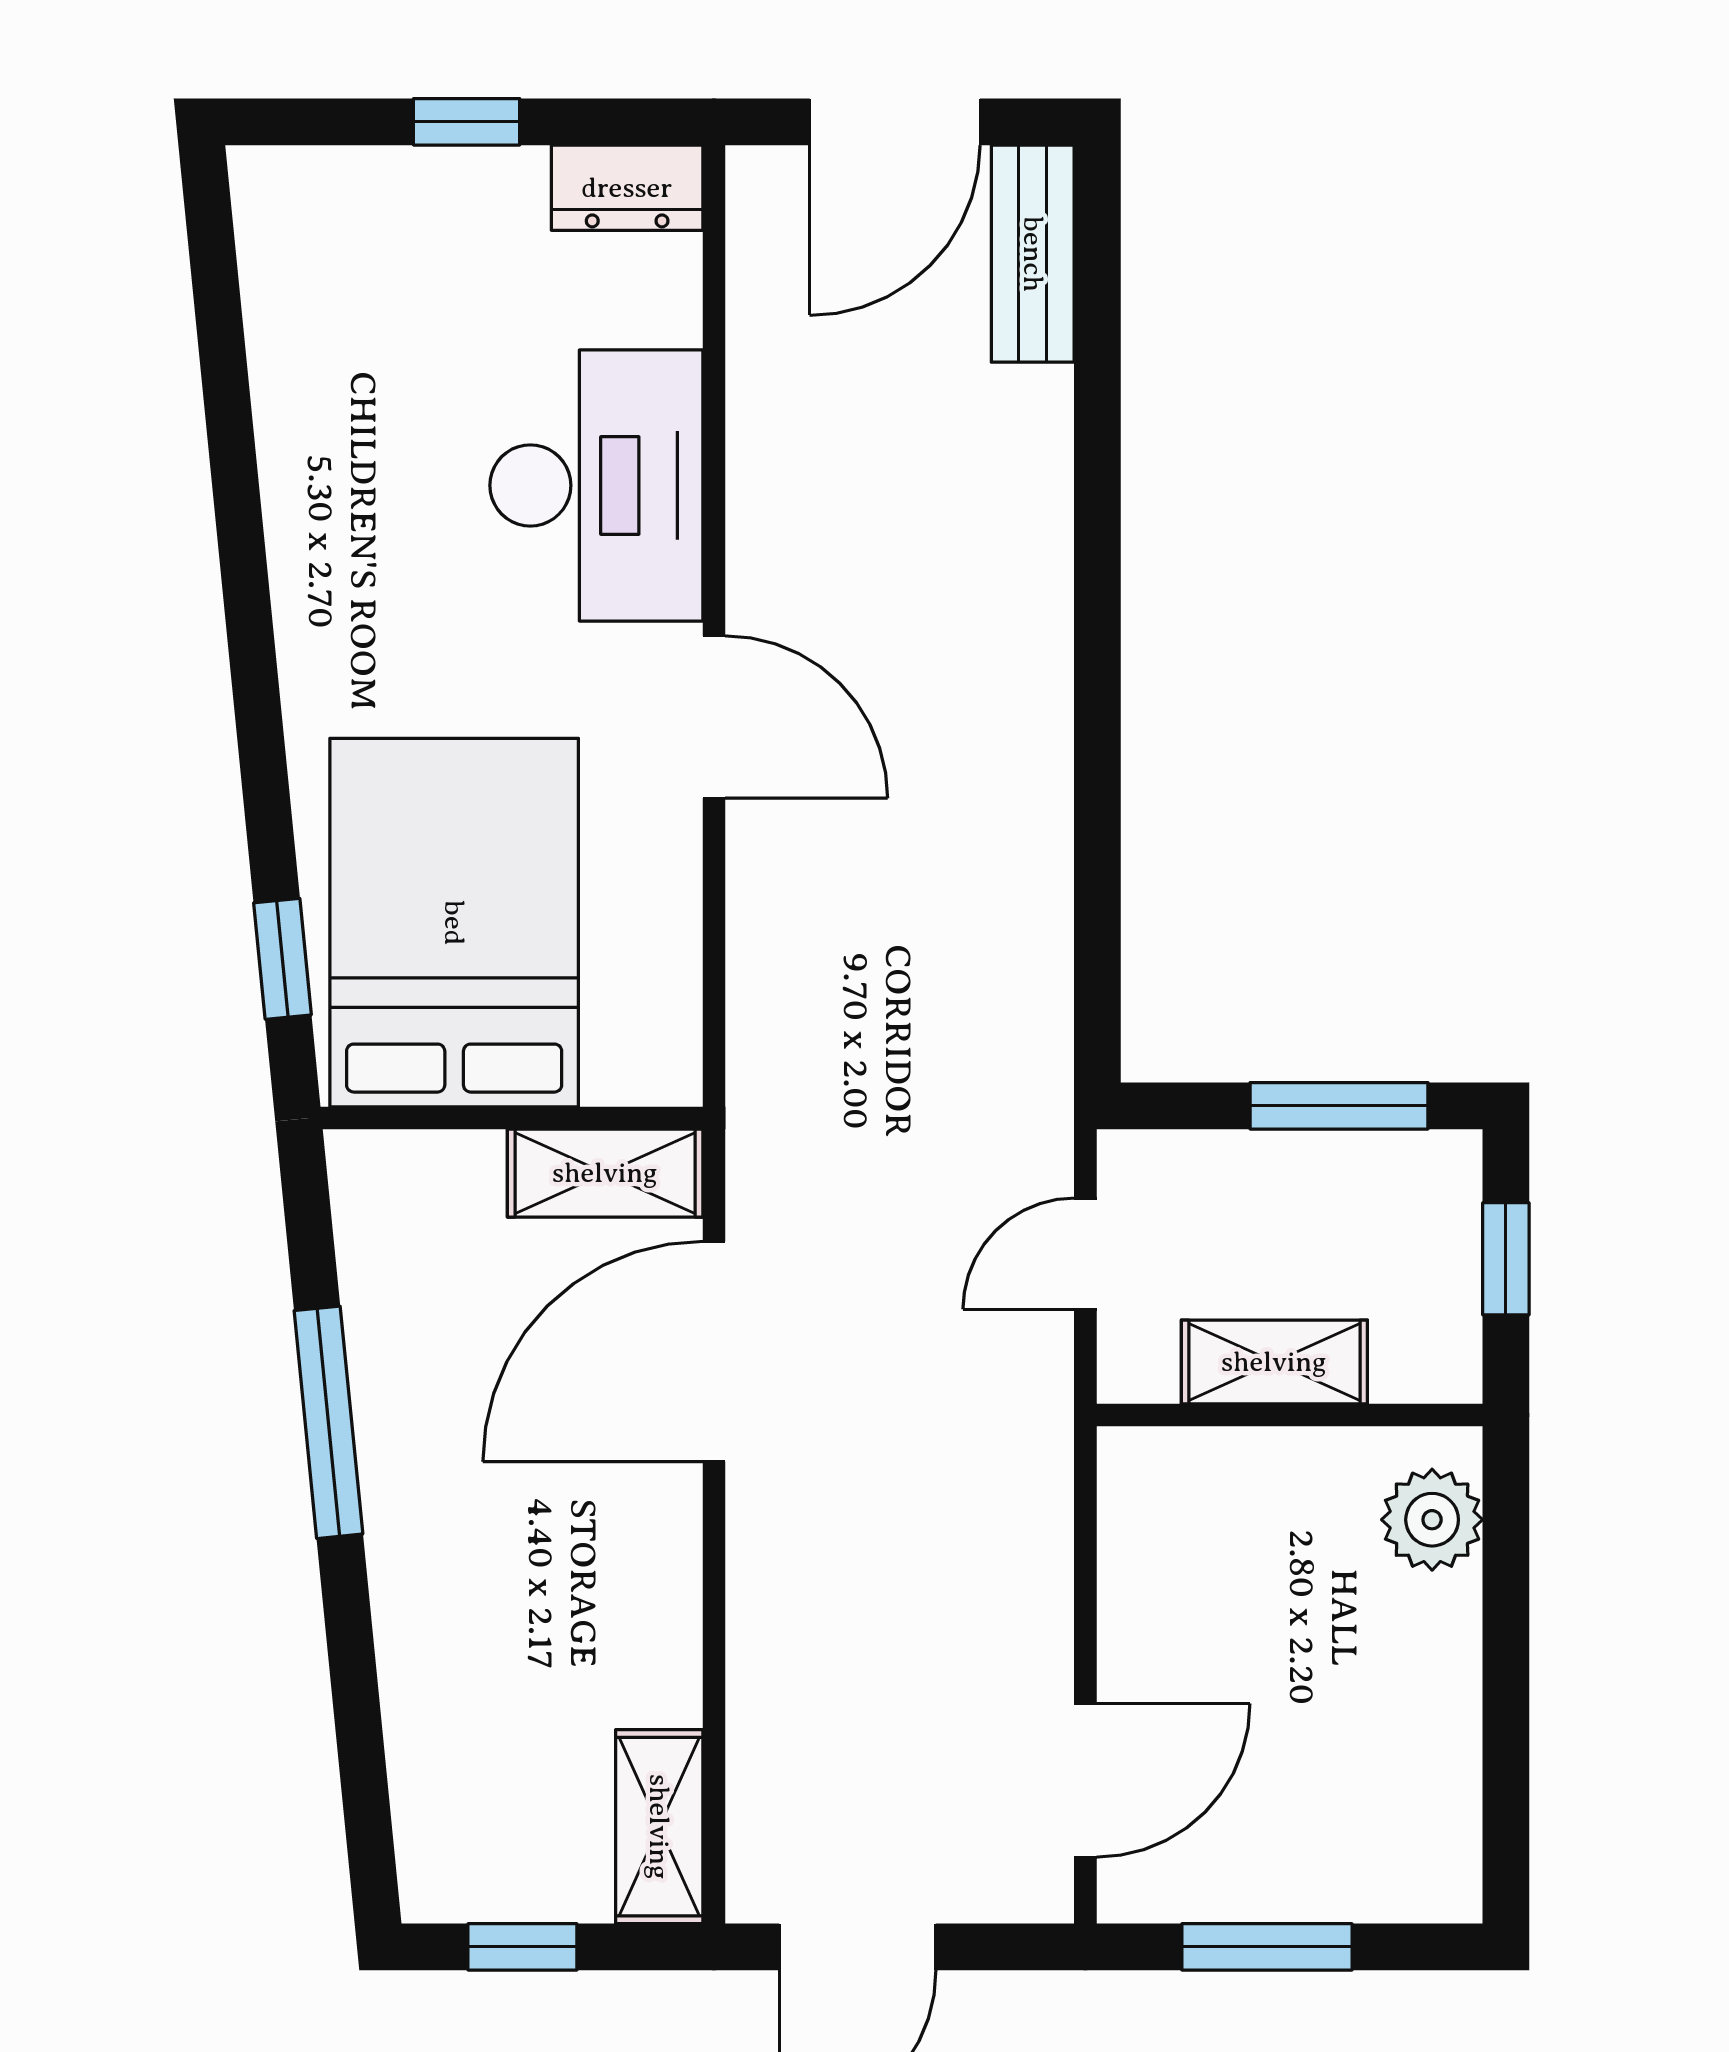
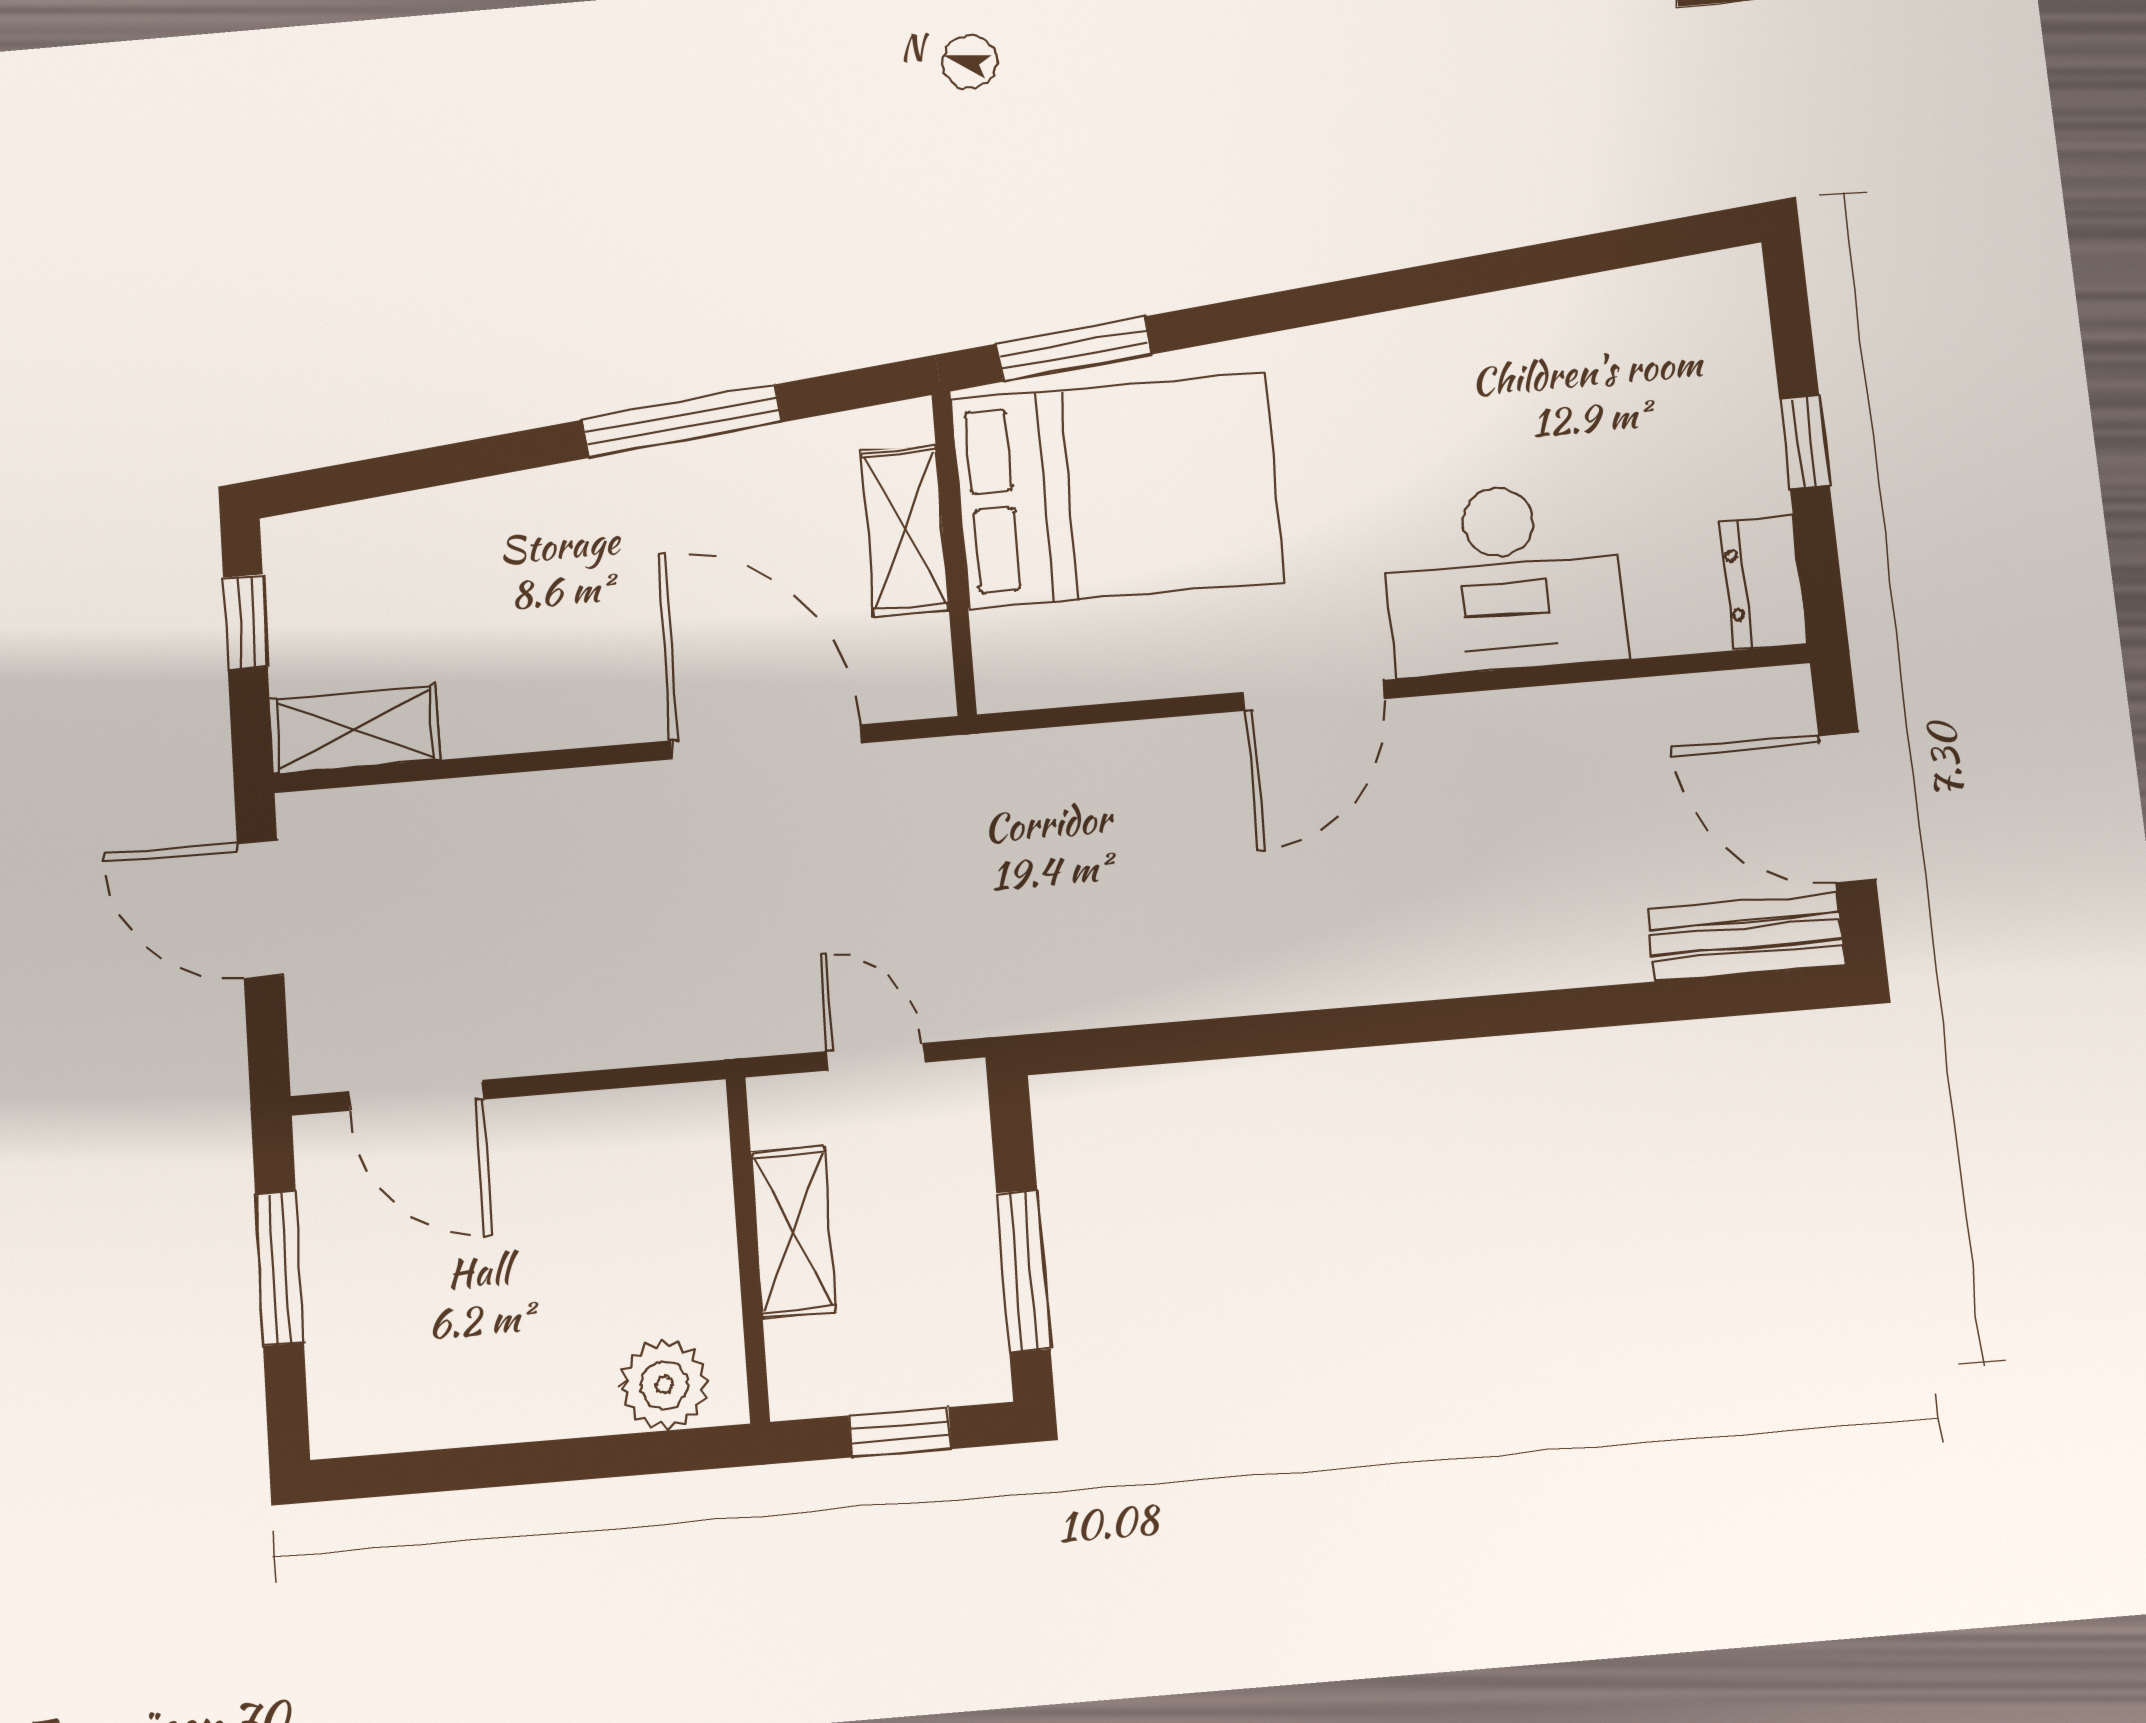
window: (282, 959) -> (1073, 349), width x1.50
shelving: (605, 1173) -> (905, 530), moved

